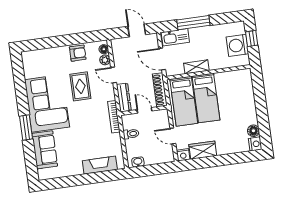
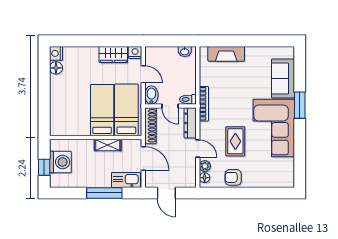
bidet: (163, 118) -> (151, 95), added
toilet: (131, 134) -> (188, 99), moved

